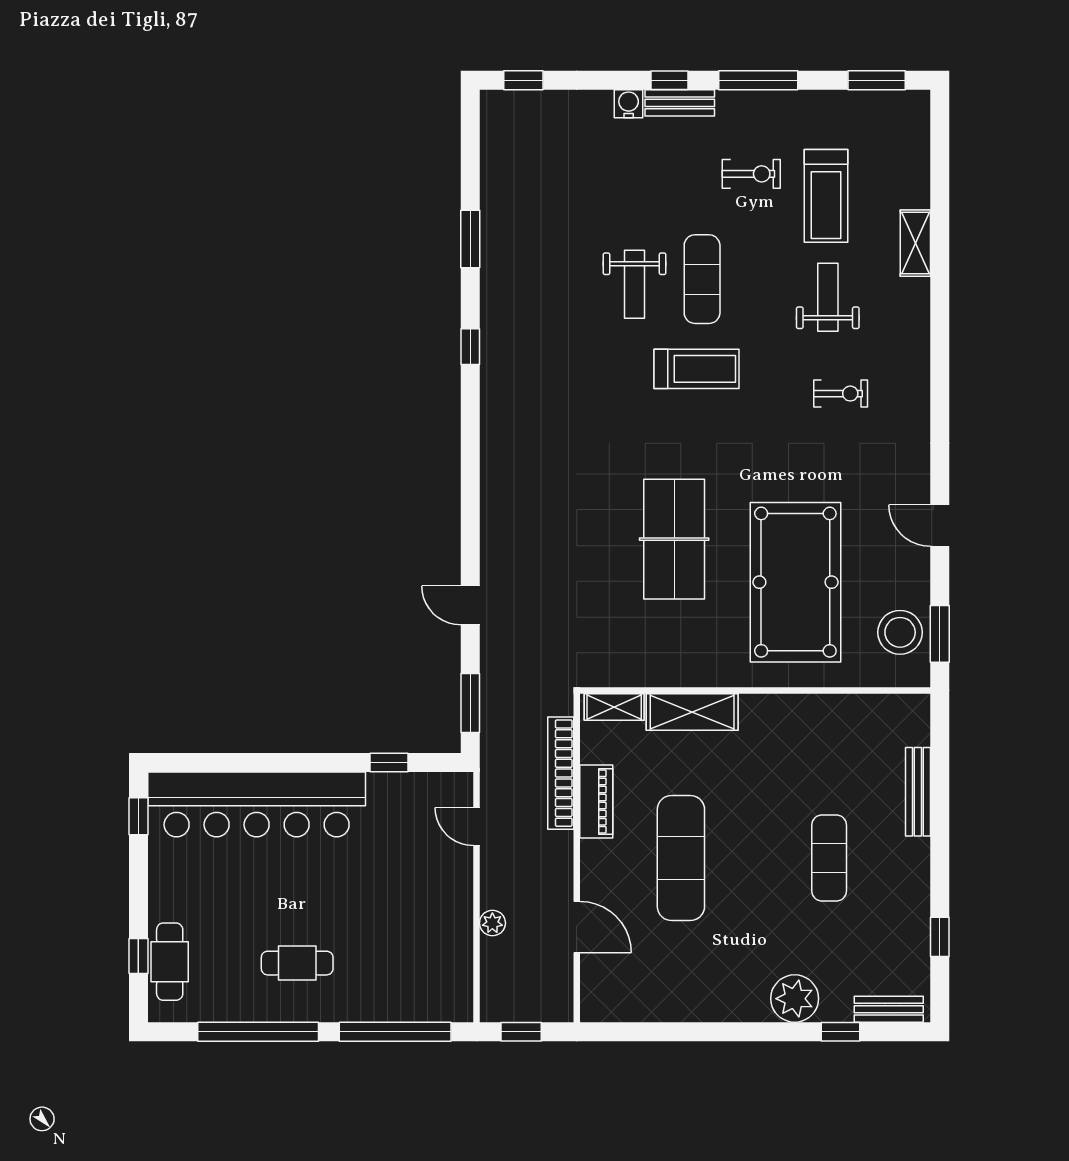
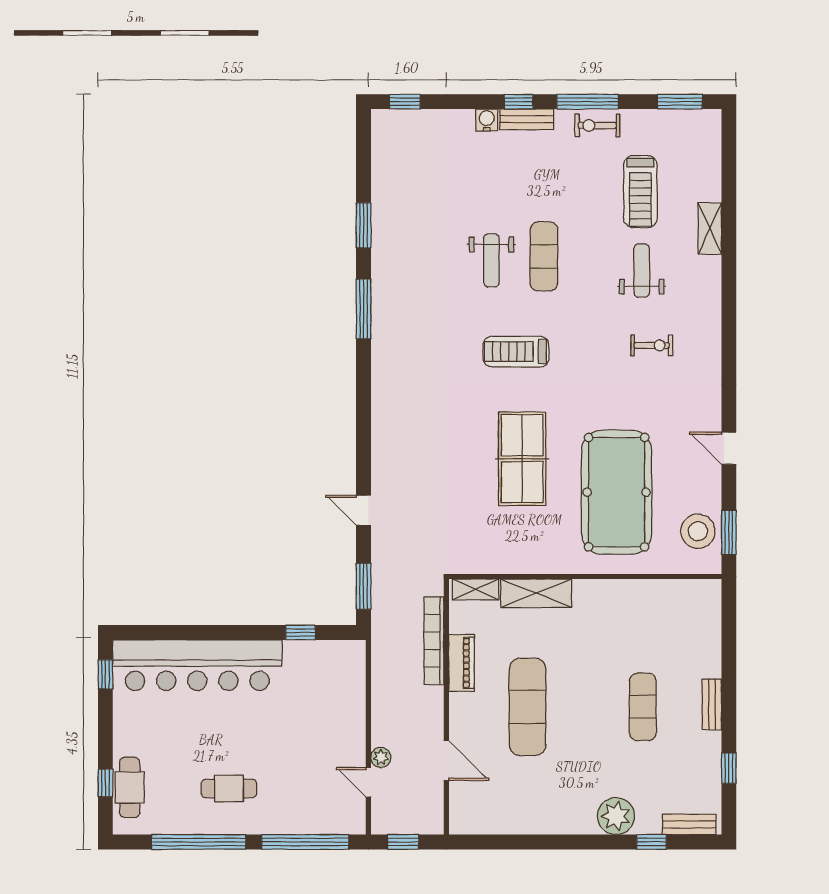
exercise bike: (751, 174) -> (597, 125), moved, turned 180
window: (470, 347) -> (364, 309), width x2.17
treadmill: (696, 369) -> (516, 352), moved, turned 180
bench: (918, 792) -> (712, 704), moved, width x0.73
door: (476, 827) -> (368, 782), moved

